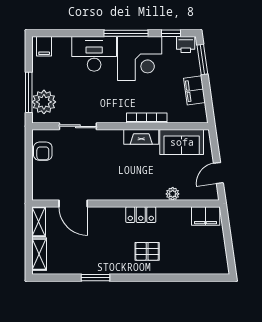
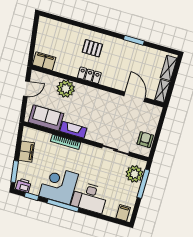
plant: (173, 194) -> (66, 89), width x1.87, depth x1.87

